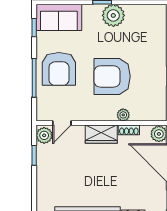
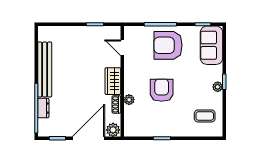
plant: (113, 15) -> (218, 87), width x0.53, depth x0.53
coffee table: (142, 25) -> (205, 116), added
armchair: (112, 76) -> (162, 90), width x0.73, depth x0.73
plant: (44, 135) -> (112, 33), removed

